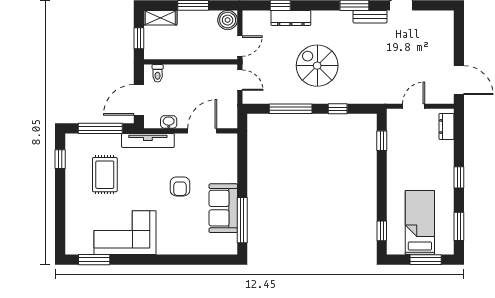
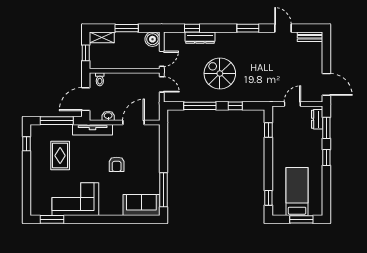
bench: (370, 17) -> (310, 37), moved
sofa: (223, 208) -> (141, 205), moved, turned 90
window: (459, 226) -> (326, 128), moved

